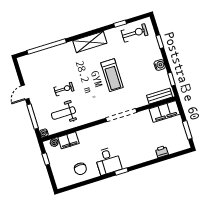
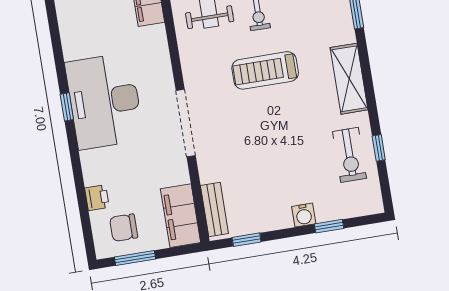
exercise bike: (135, 33) -> (350, 155), moved
water cooler: (160, 65) -> (304, 215), moved
treadmill: (112, 75) -> (265, 70), moved
desk: (108, 161) -> (104, 101), width x1.87, depth x1.30
chair: (80, 169) -> (124, 228), moved

